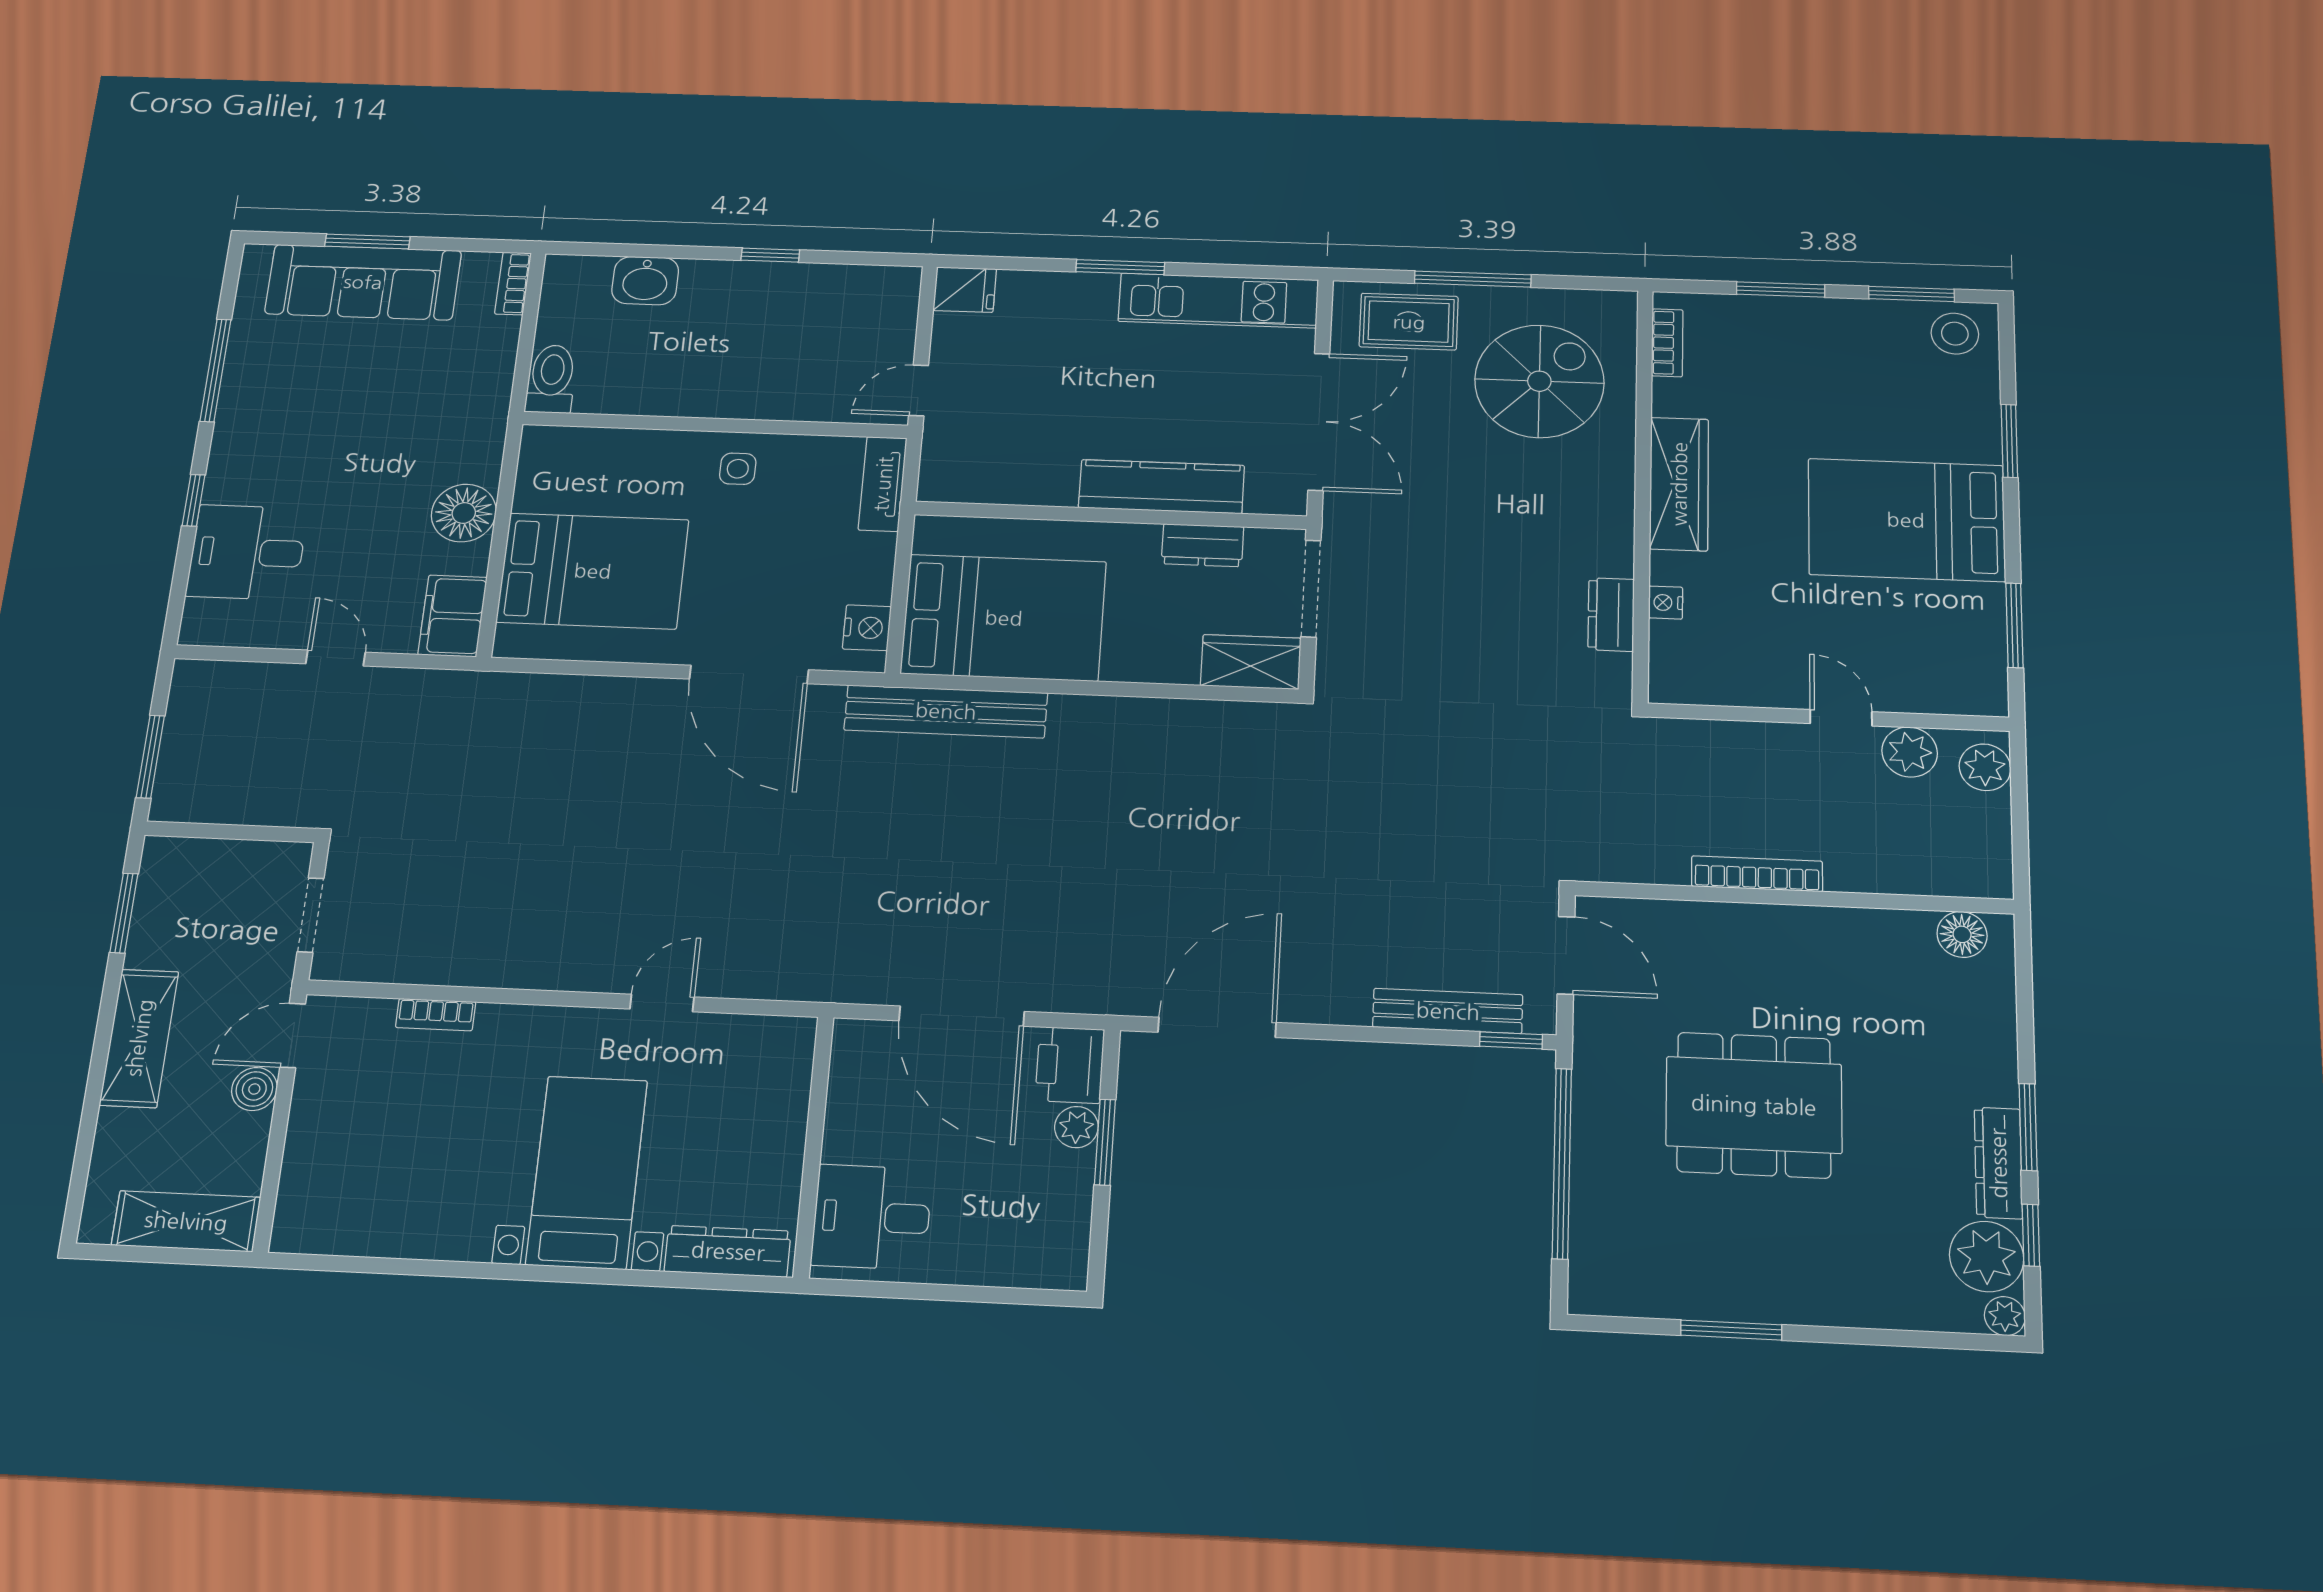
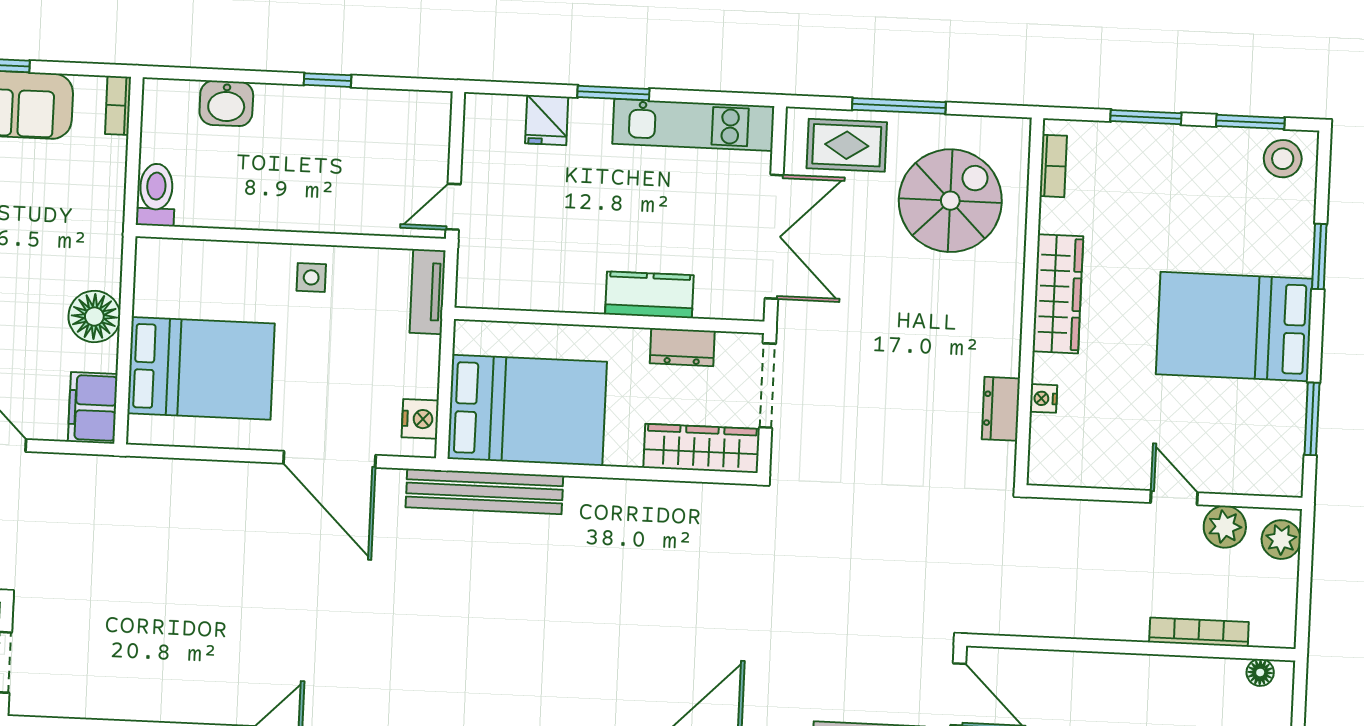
fridge: (965, 290) -> (547, 120), moved, turned 90
kitchen counter: (1162, 487) -> (649, 295), width x0.67
wardrobe: (1251, 662) -> (702, 448), width x1.50
bookcase: (1757, 874) -> (1199, 632), moved
floor lamp: (1962, 934) -> (1260, 672), width x0.73, depth x0.73

